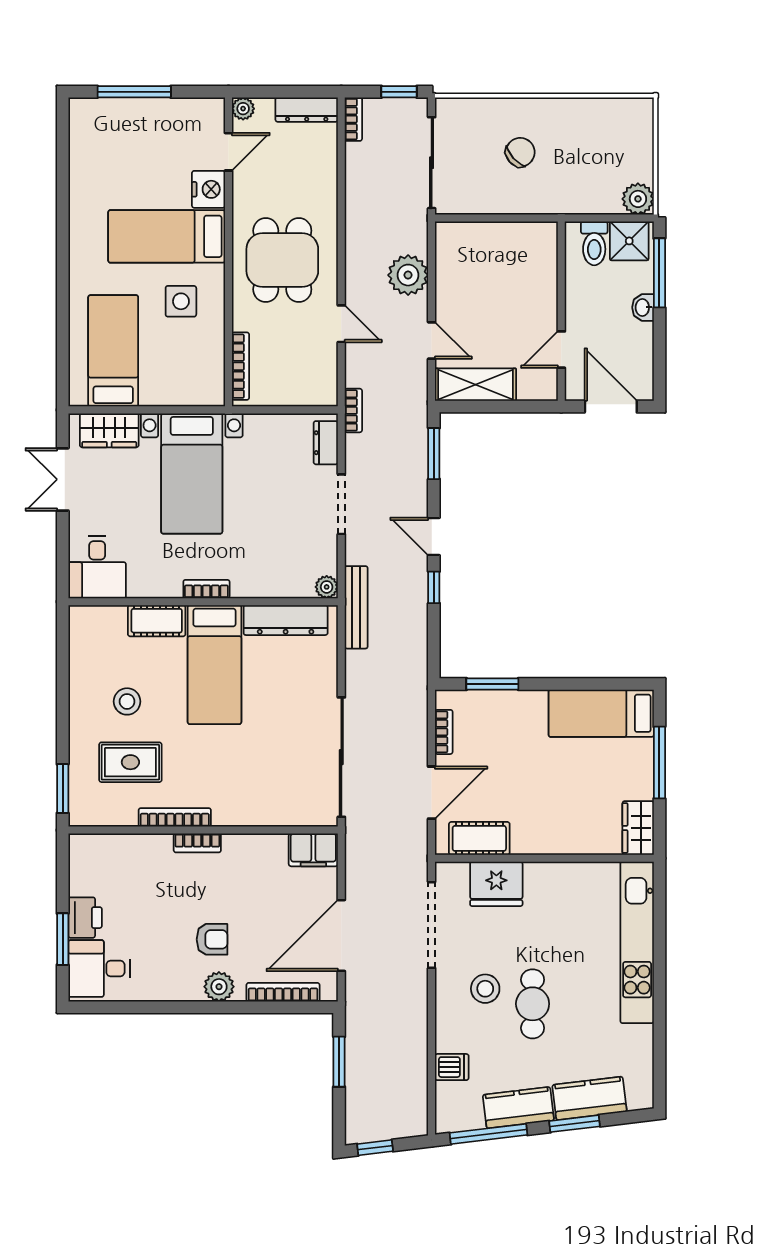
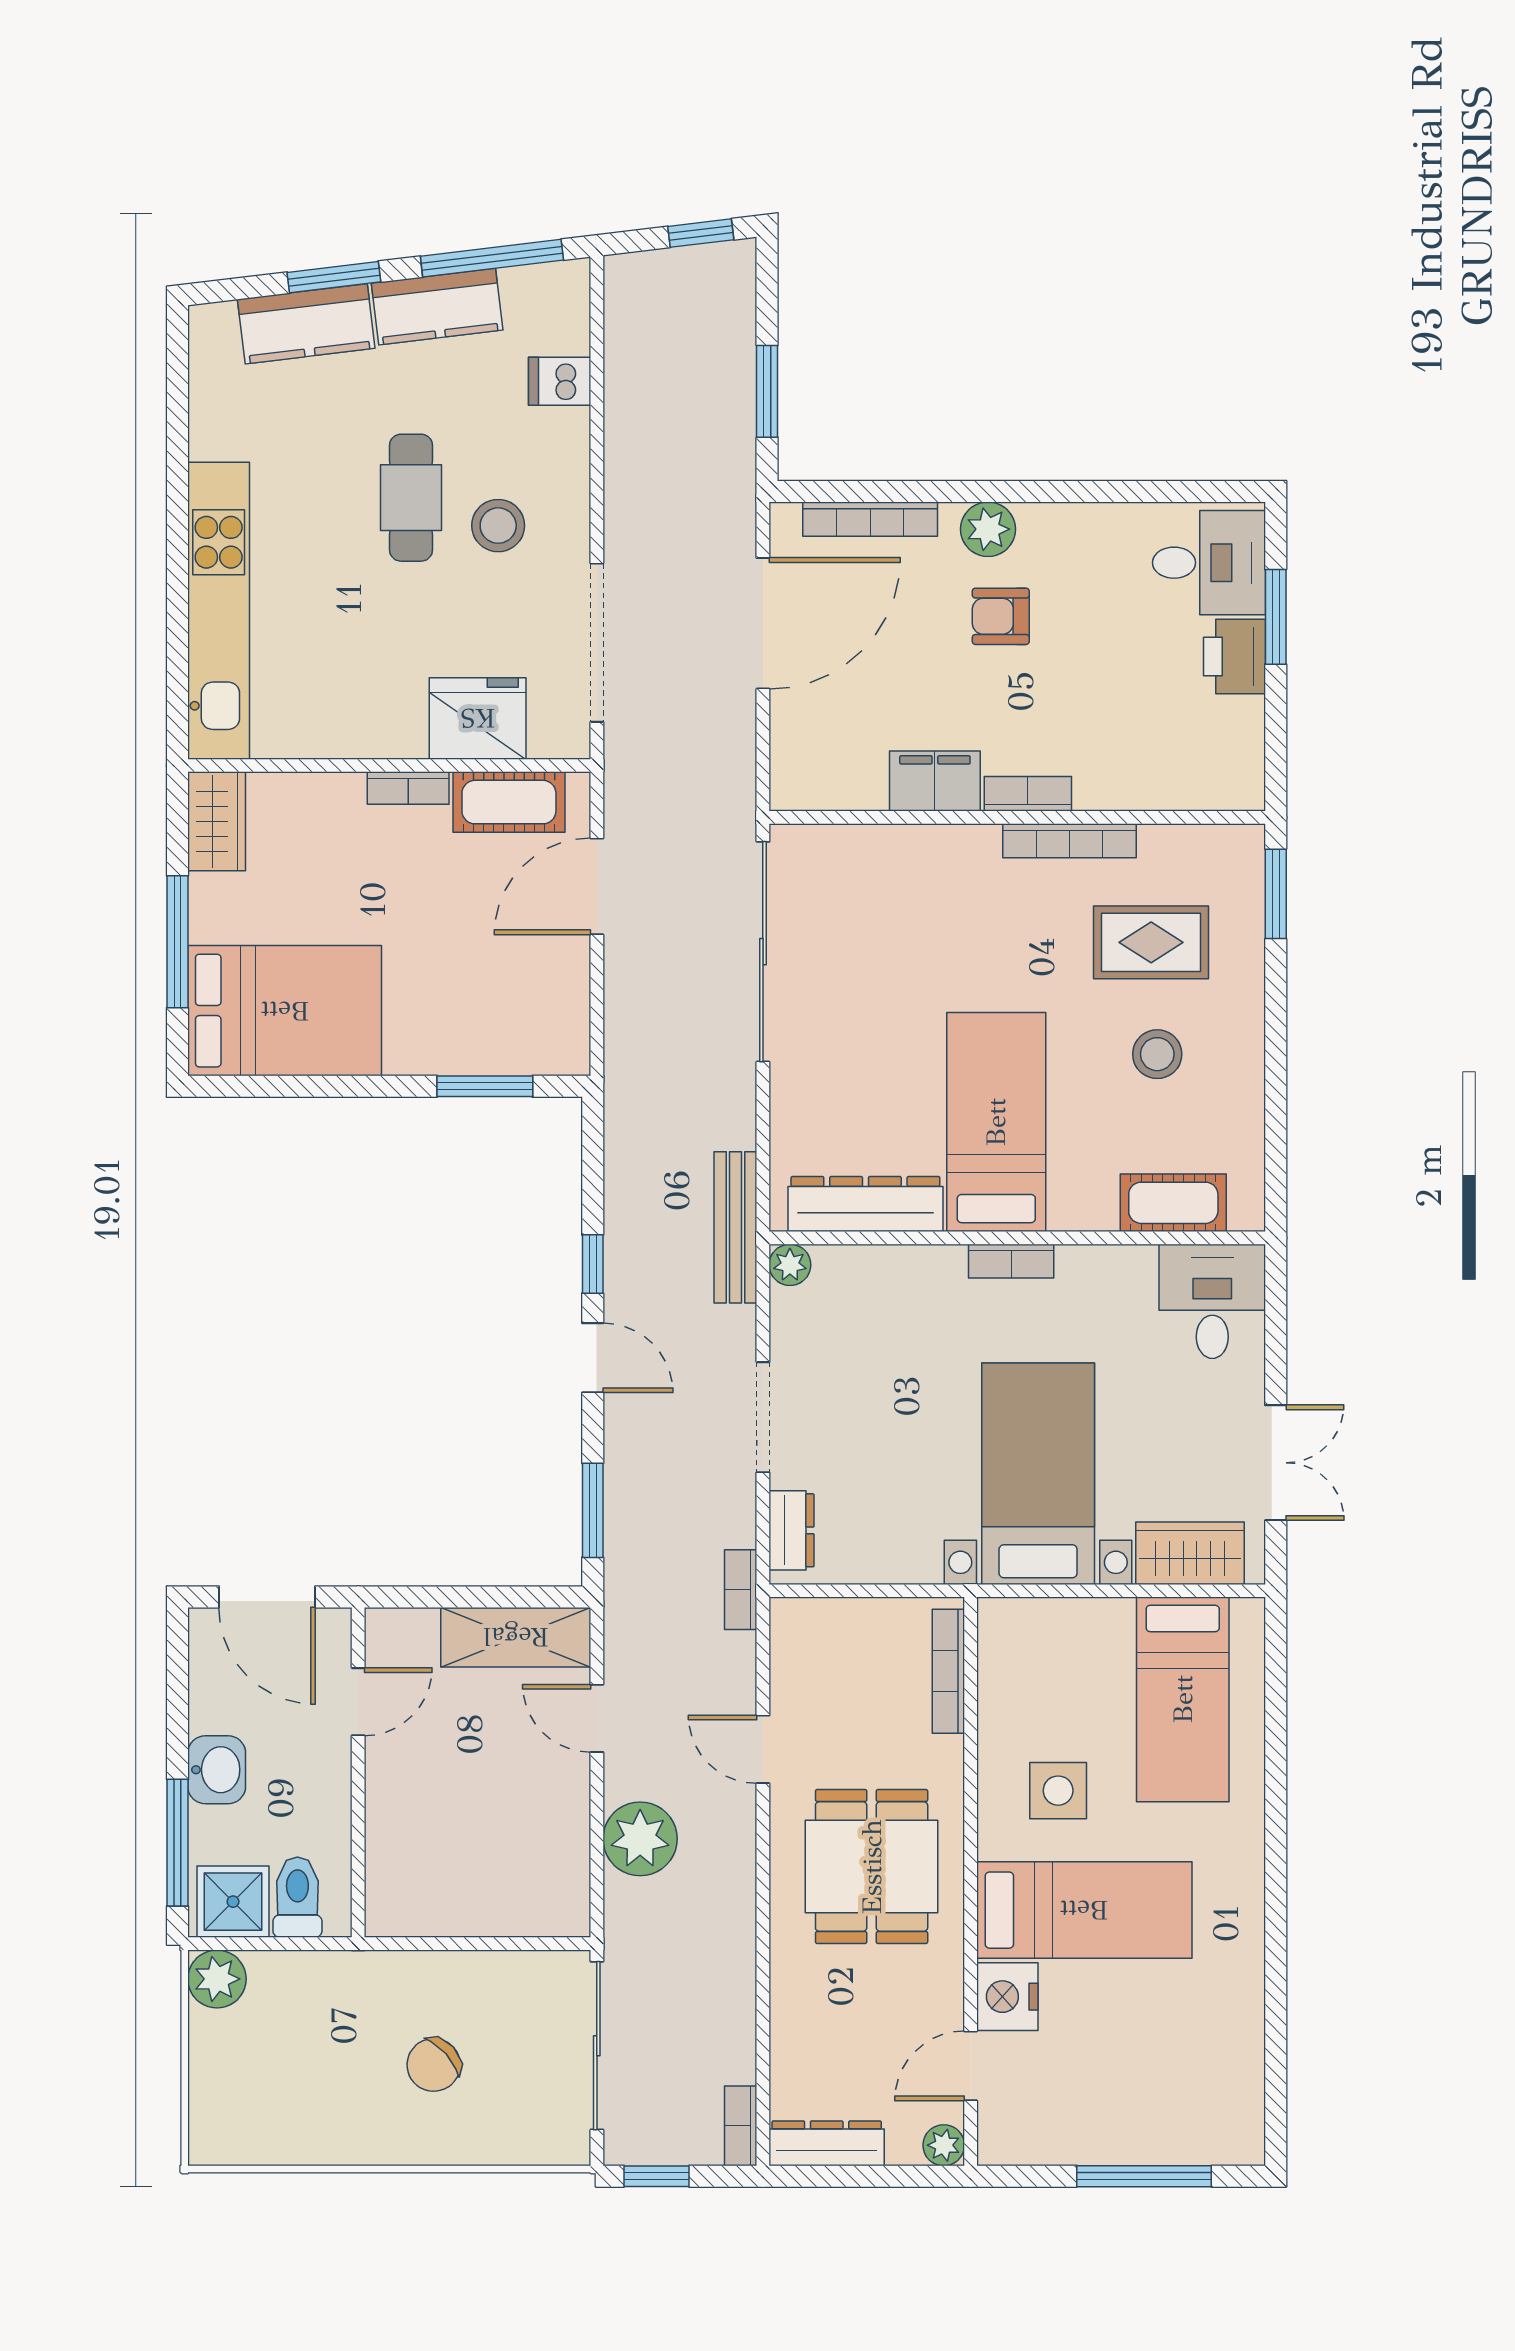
washbasin: (643, 307) -> (217, 1770), width x1.38, depth x1.45
cot: (157, 621) -> (1173, 1203), moved
bed: (601, 713) -> (285, 1011), width x1.50
bookcase: (444, 732) -> (408, 788), moved, turned -90
filing cabinet: (313, 850) -> (935, 781), moved

